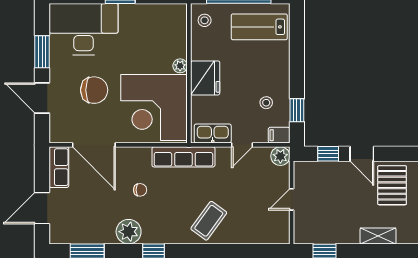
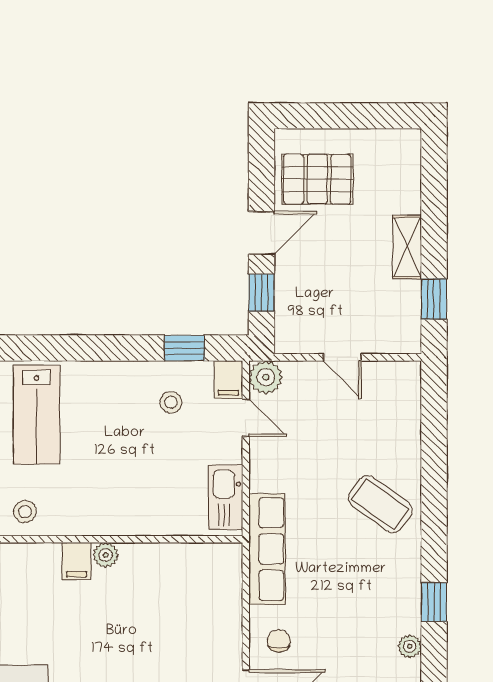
filing cabinet: (177, 49) -> (76, 561), added
fridge: (205, 78) -> (127, 510), removed
corner desk: (154, 107) -> (179, 601), removed
door: (242, 145) -> (246, 418), moved
chair: (140, 190) -> (279, 641), moved
plant: (129, 232) -> (410, 646), width x0.53, depth x0.53
shelving: (378, 236) -> (407, 247), moved

